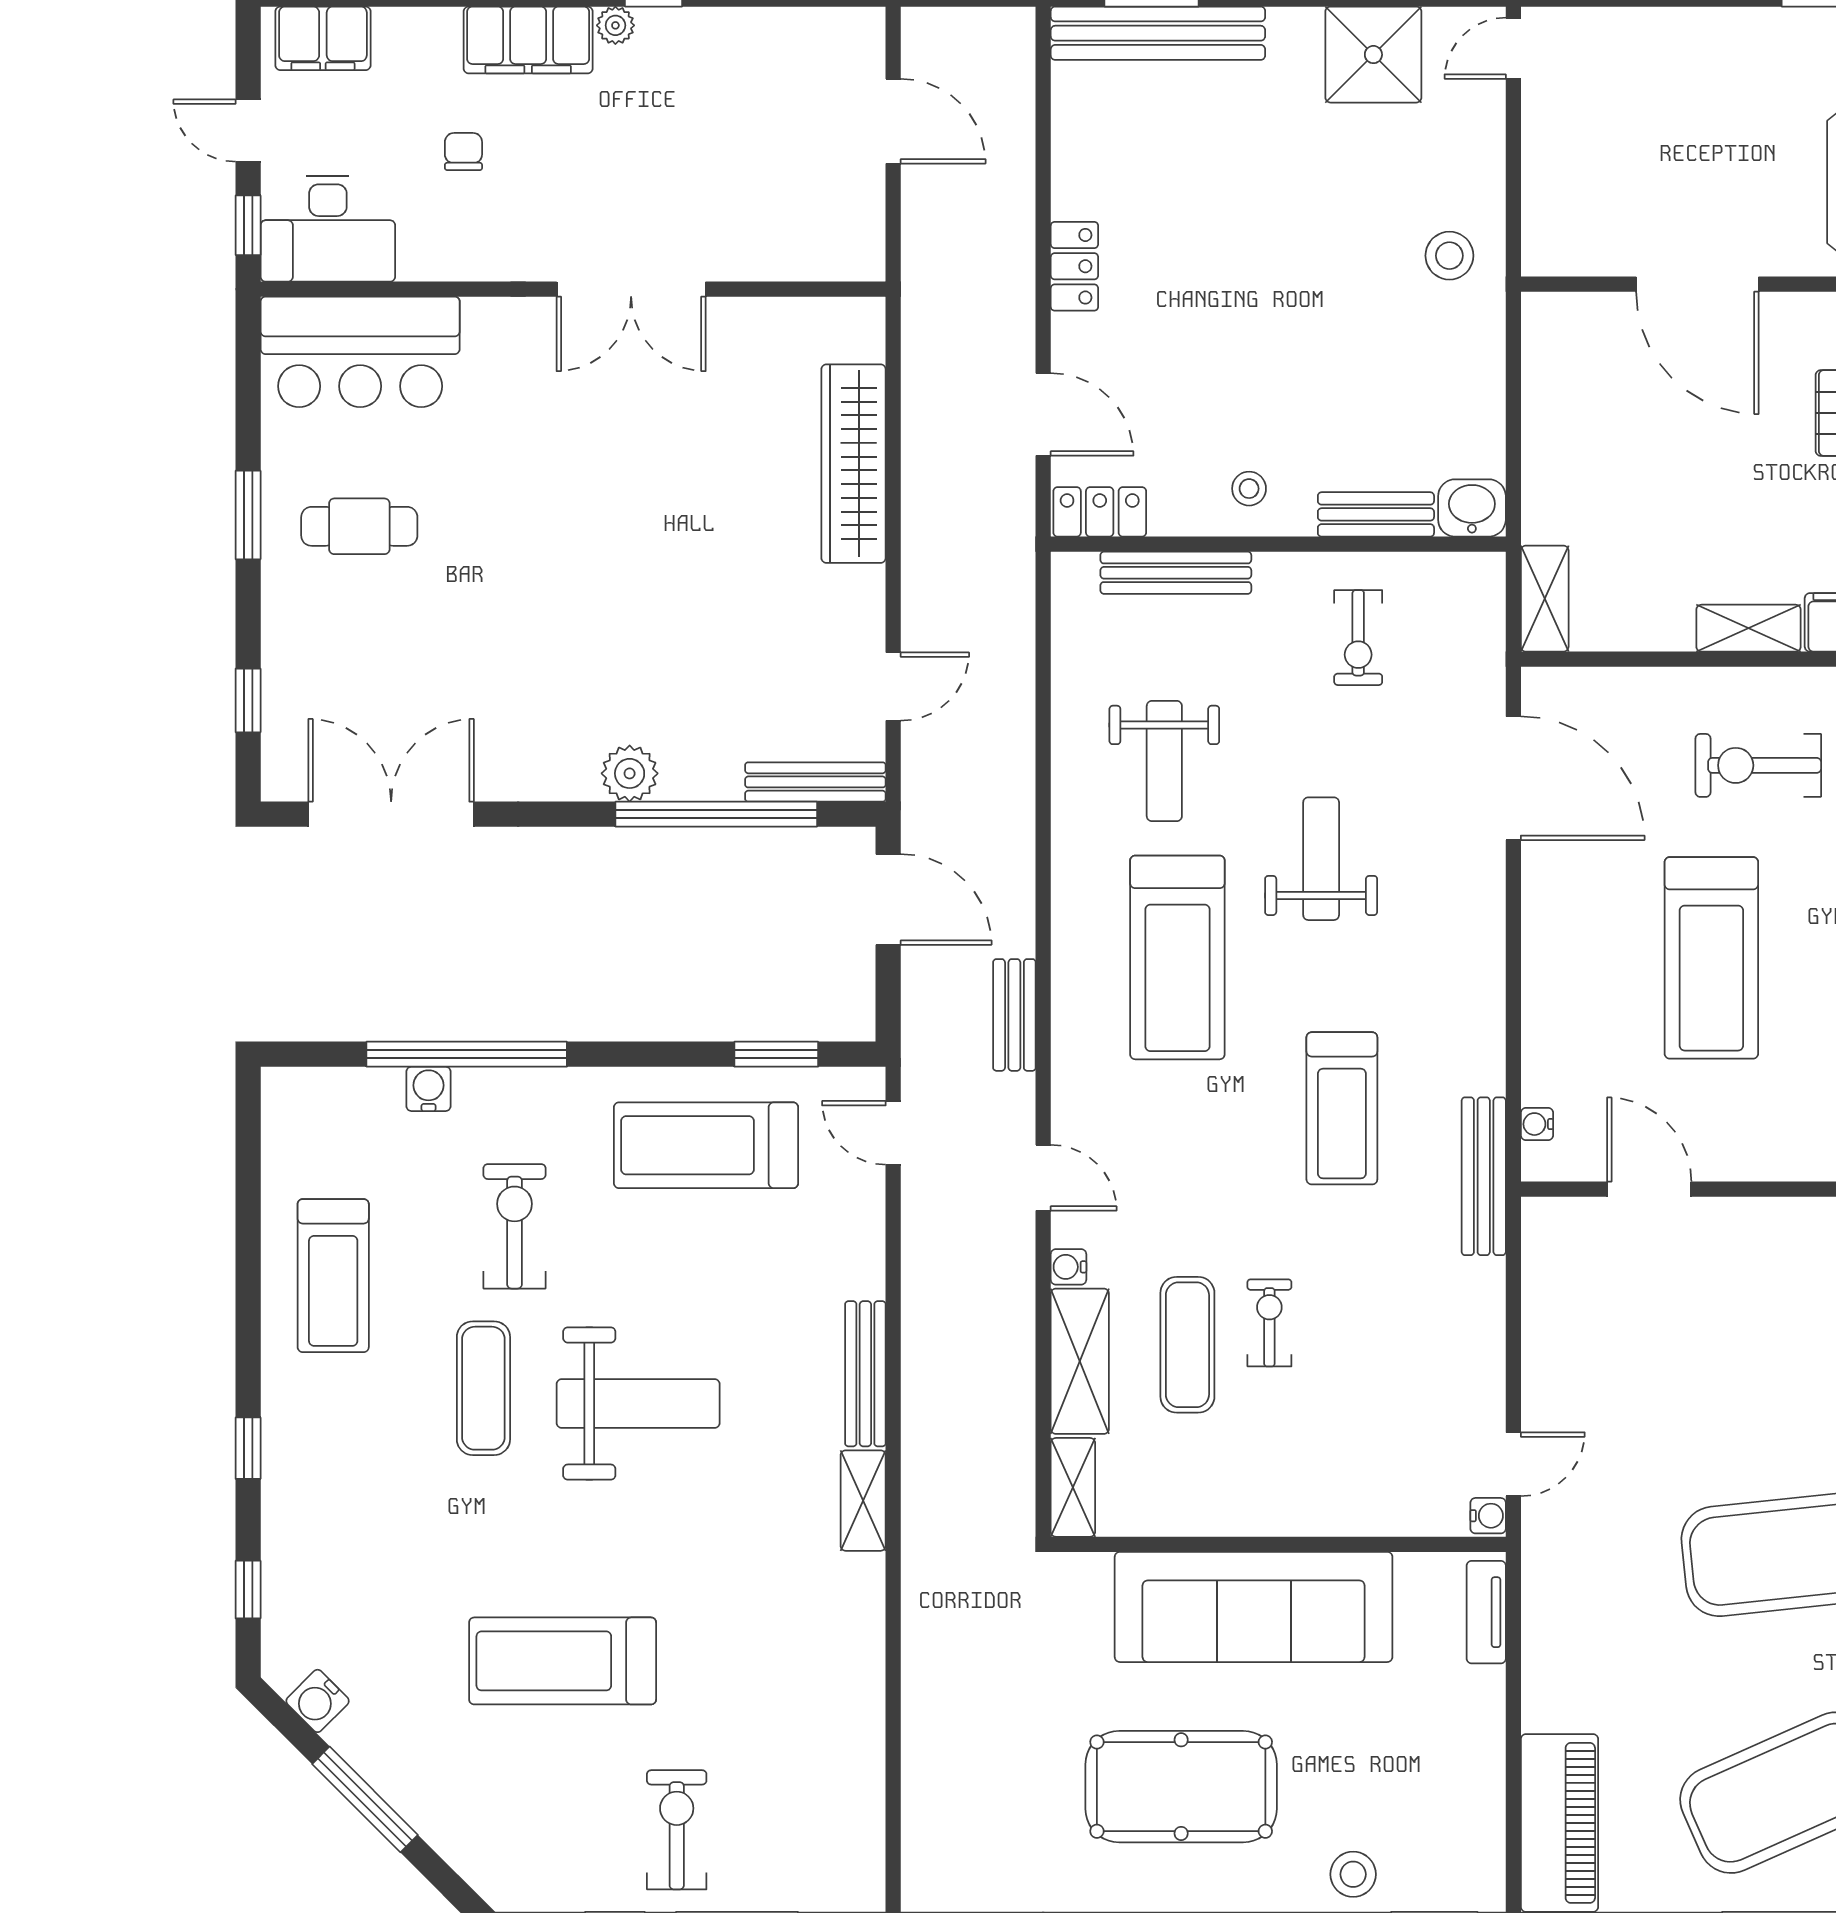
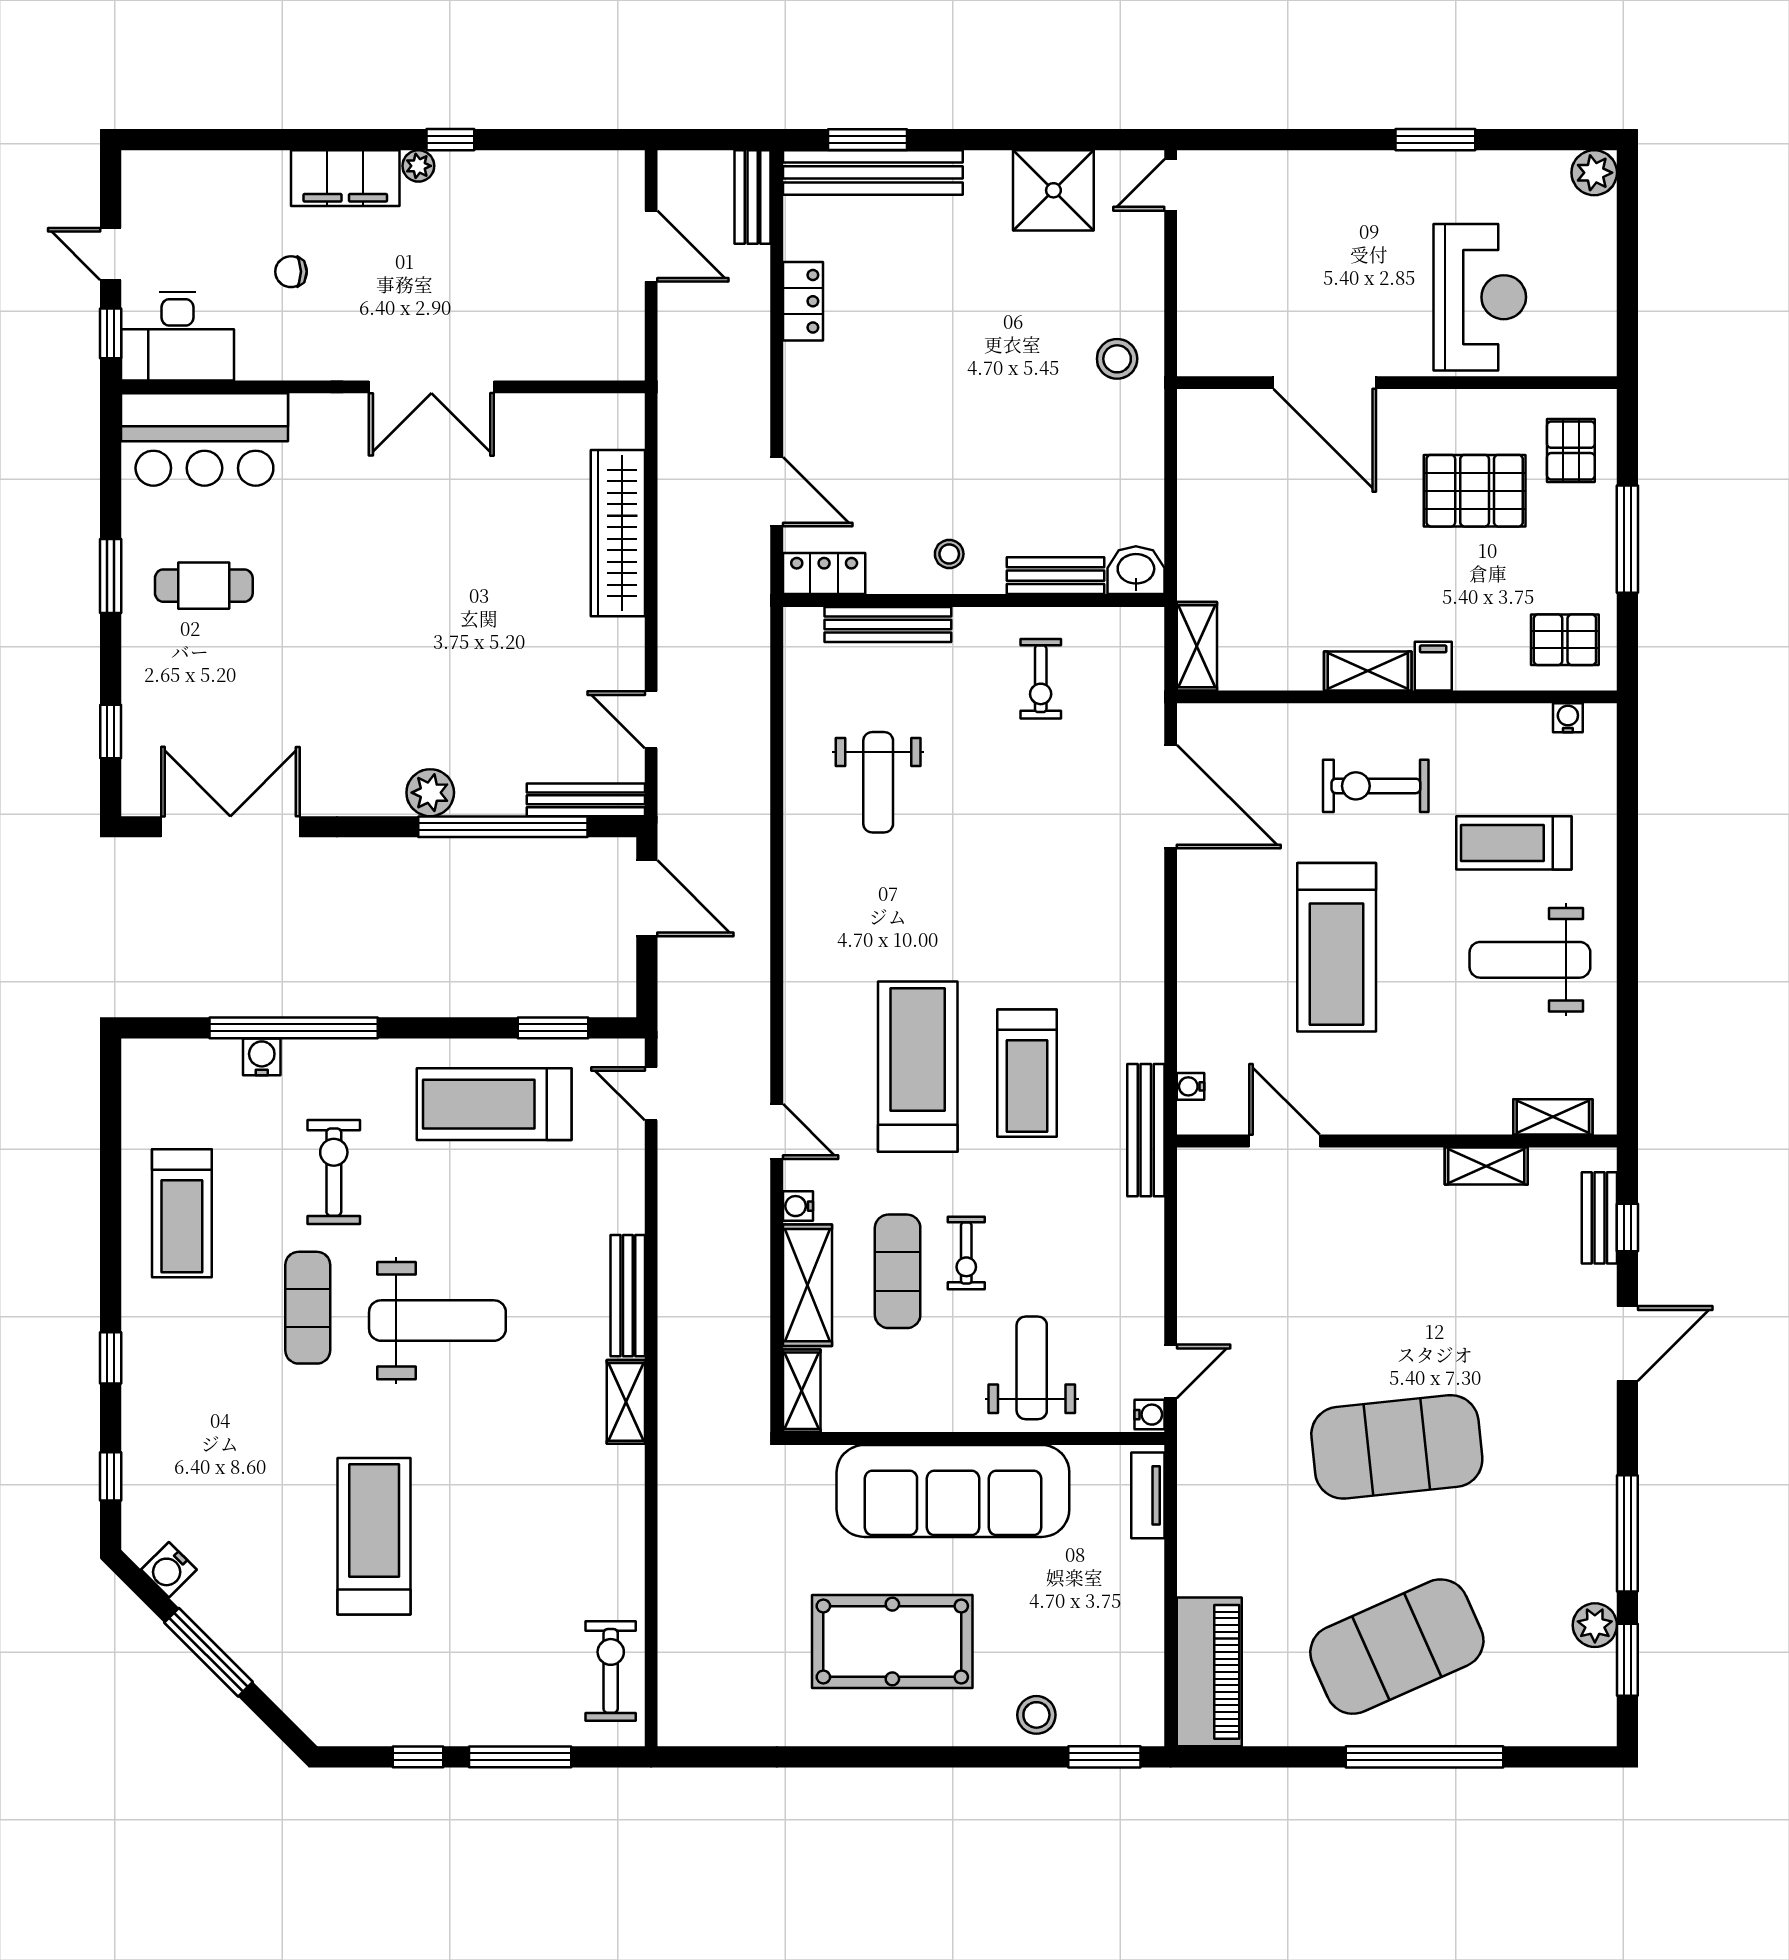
filing cabinet: (323, 38) -> (173, 177), removed
chair: (463, 152) -> (291, 272), turned -90
locker: (1074, 266) -> (803, 301), moved
door: (893, 687) -> (651, 720), swing flipped
weight bench: (1321, 859) -> (1032, 1368), moved
treadmill: (1177, 957) -> (918, 1067), moved, turned 180
bench: (1014, 1015) -> (753, 197), moved
exercise bike: (1269, 1323) -> (966, 1253), turned 180
treadmill: (563, 1661) -> (374, 1536), turned 90
exercise bike: (677, 1830) -> (611, 1671), moved

